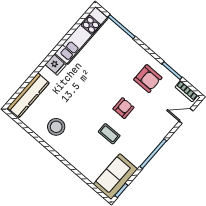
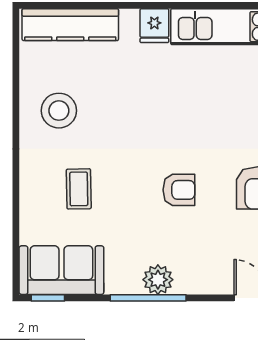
coffee table: (109, 134) -> (79, 189), moved
plant: (150, 144) -> (158, 280), added

